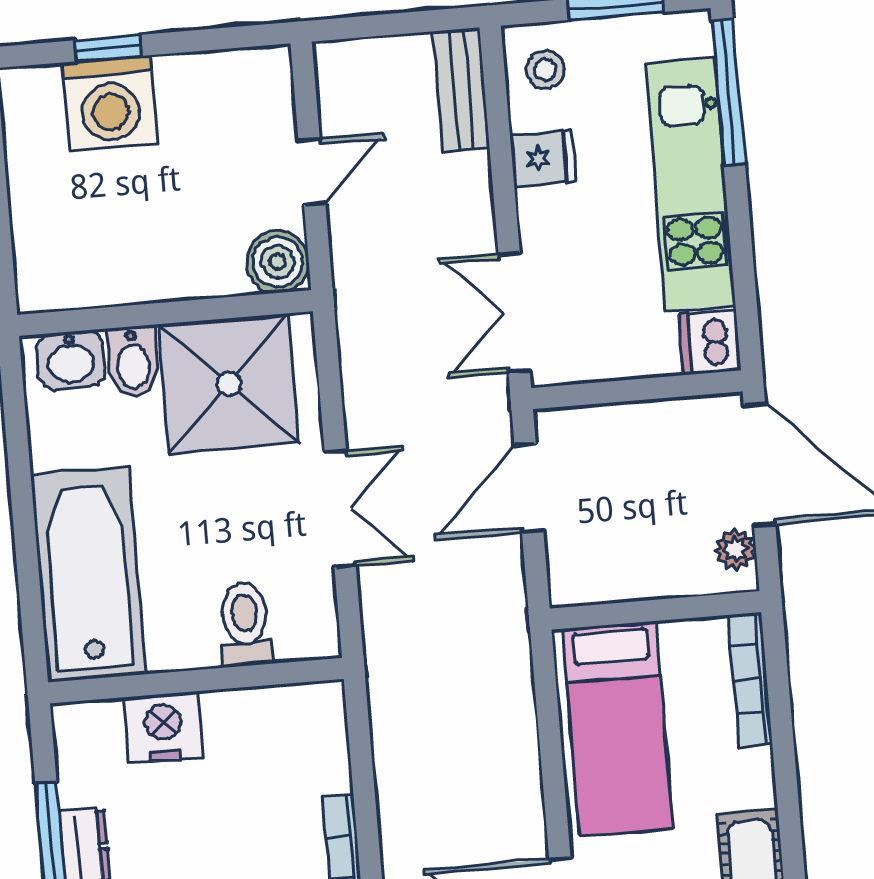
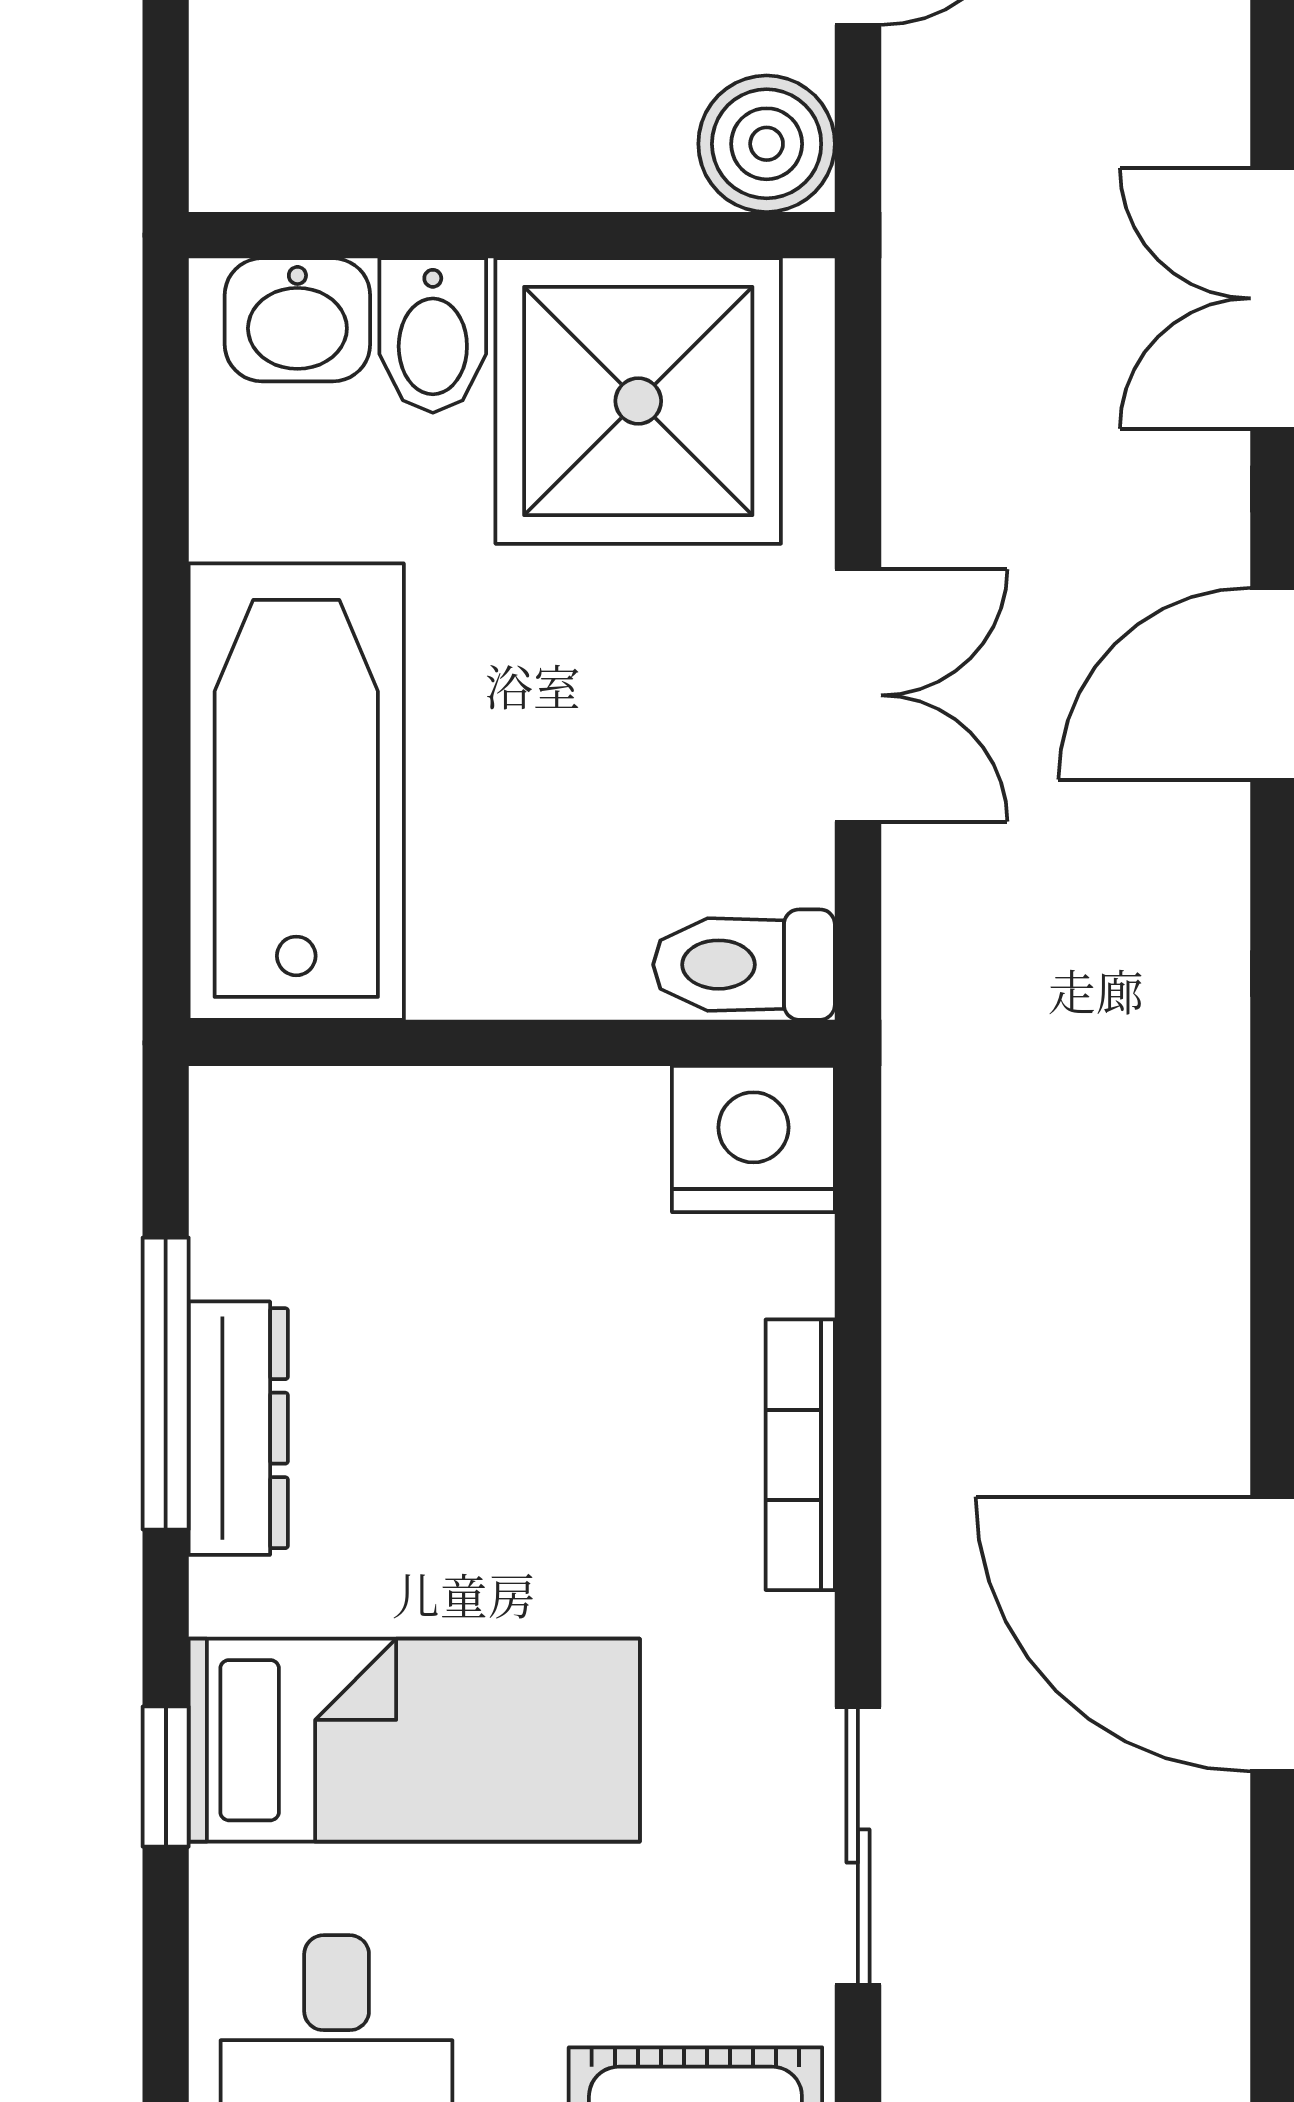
toilet: (245, 624) -> (744, 965), moved, turned -90
nightstand: (163, 727) -> (753, 1139), moved

